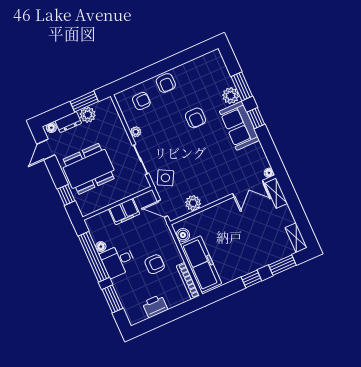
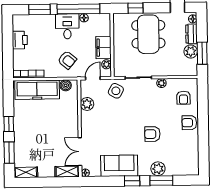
sofa: (239, 126) -> (119, 166), moved
plant: (141, 200) -> (106, 64), added
armchair: (155, 264) -> (67, 60), moved, turned -50

